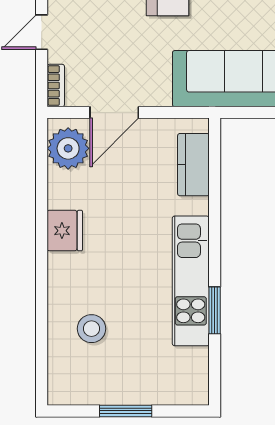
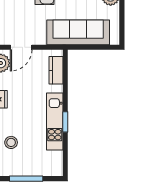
window: (215, 310) -> (65, 122), moved
window: (126, 411) -> (26, 179), width x1.44

